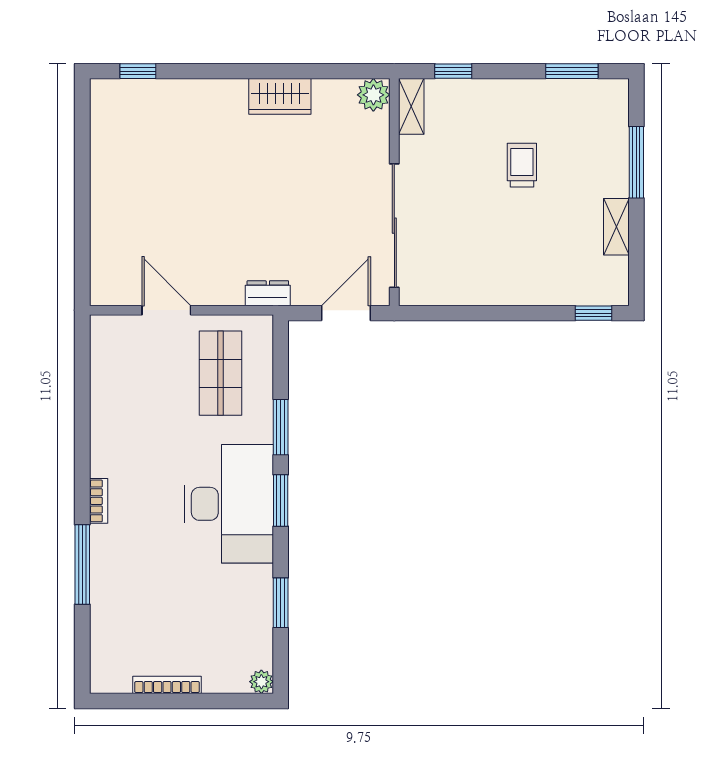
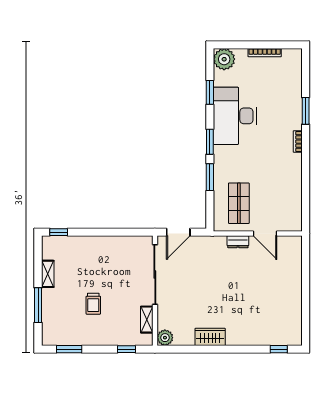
shelving: (411, 106) -> (147, 320), moved
dresser: (268, 293) -> (238, 242), moved
desk: (229, 504) -> (235, 116), moved
window: (82, 565) -> (306, 111), width x0.69
plant: (261, 682) -> (224, 59), width x1.87, depth x1.87

